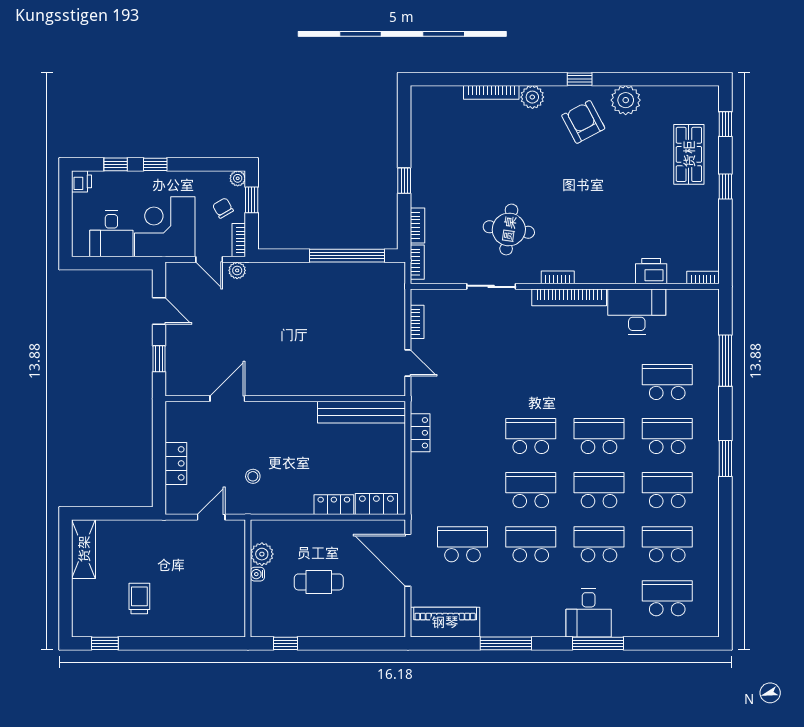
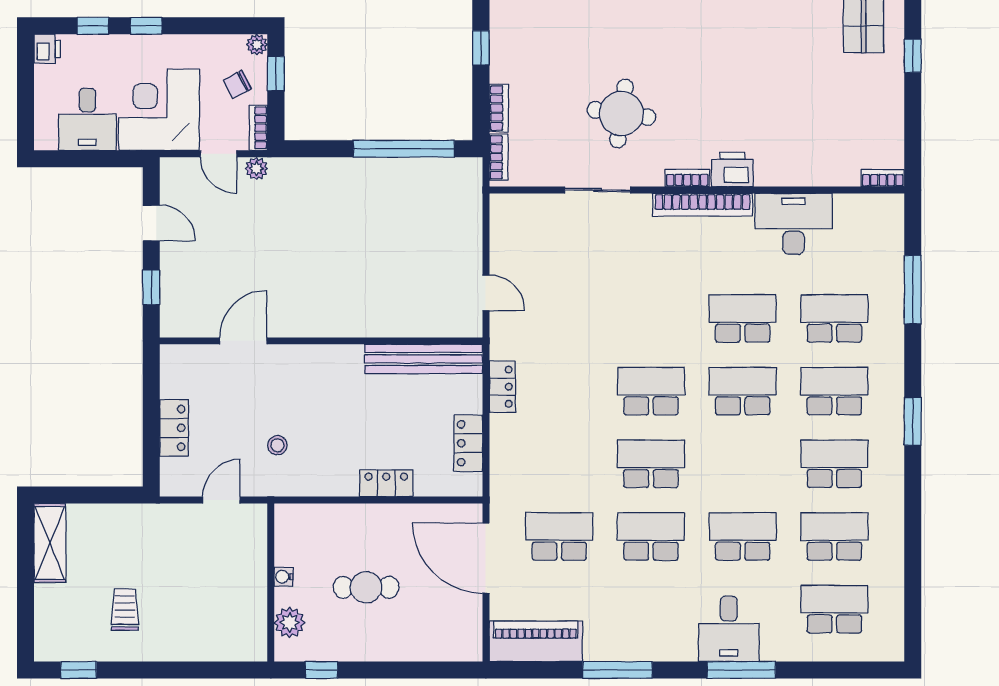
chair: (223, 208) -> (237, 85), turned -88
printer: (651, 271) -> (732, 170), moved
bookcase: (417, 322) -> (498, 238), removed
school desk: (599, 490) -> (743, 318), moved
locker: (376, 504) -> (468, 443), moved, turned -90
plant: (262, 554) -> (290, 623), moved

